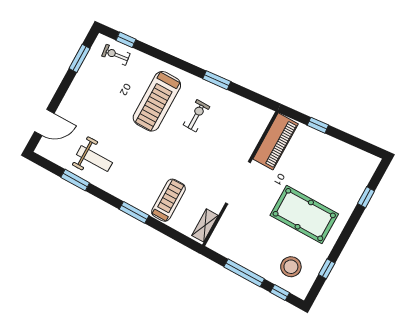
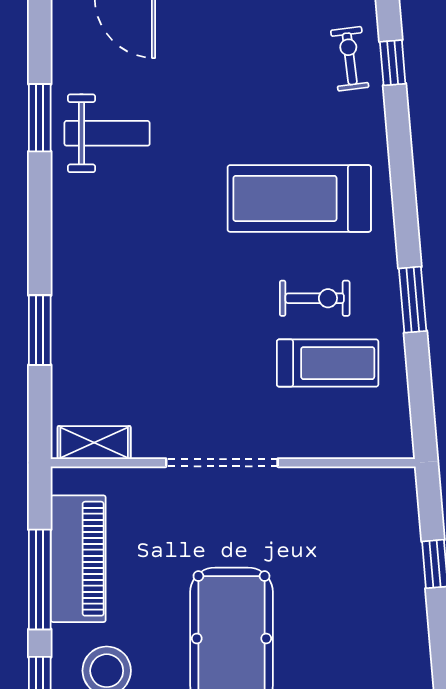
piano: (276, 141) -> (78, 559), moved, turned -90
weight bench: (94, 159) -> (107, 133), turned -90
treadmill: (168, 200) -> (328, 363), moved
window: (134, 212) -> (40, 330), moved

